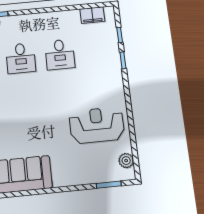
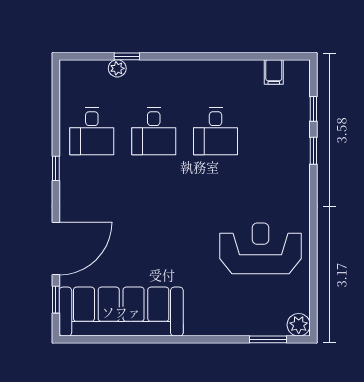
filing cabinet: (92, 15) -> (274, 72), width x0.50
plant: (126, 161) -> (299, 325), moved

